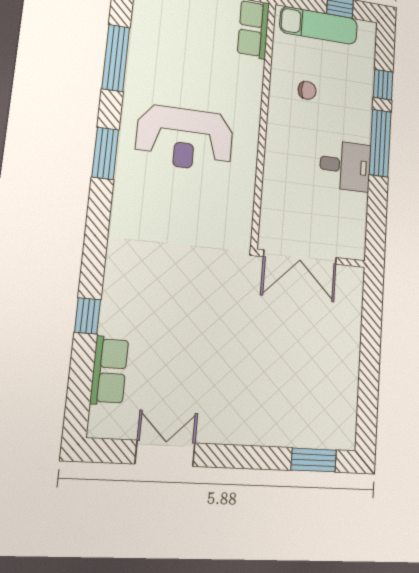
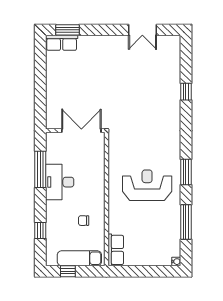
window: (380, 143) -> (40, 169), moved
desk: (345, 166) -> (60, 182), width x1.37
row of seats: (109, 371) -> (62, 43), moved, turned -90

